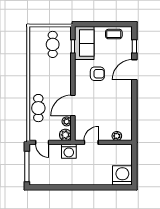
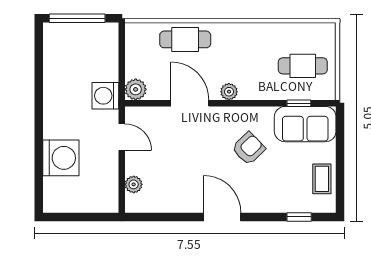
door: (134, 70) -> (222, 217), moved
armchair: (97, 74) -> (249, 148), turned -134
plant: (67, 121) -> (229, 92), moved
door: (42, 142) -> (122, 46), removed
washing machine: (122, 175) -> (61, 158), moved

